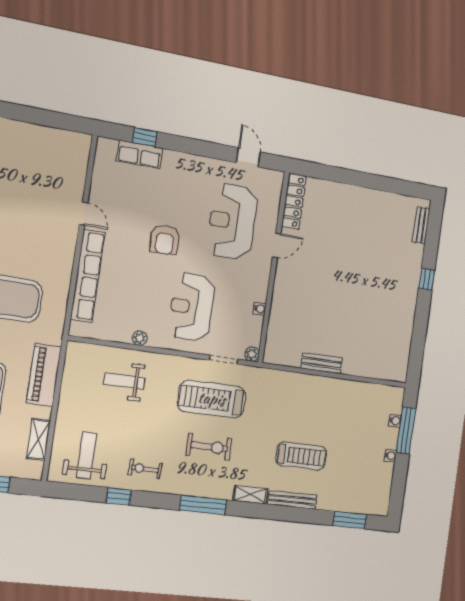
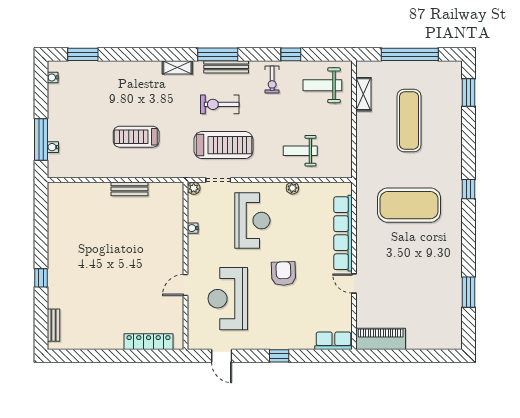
window: (145, 137) -> (279, 356), moved
row of seats: (140, 154) -> (333, 341), moved
locker: (294, 202) -> (149, 342), moved, turned 90
reception desk: (232, 221) -> (228, 299), turned 180
piano: (44, 375) -> (381, 339), moved, turned -90
weight bench: (124, 381) -> (300, 151), turned 180
weight bench: (87, 455) -> (322, 85), turned 90
treadmill: (301, 456) -> (136, 137), moved
water cooler: (390, 456) -> (53, 77), moved
exercise bike: (145, 469) -> (272, 80), turned 88
bench: (292, 500) -> (226, 67), moved

